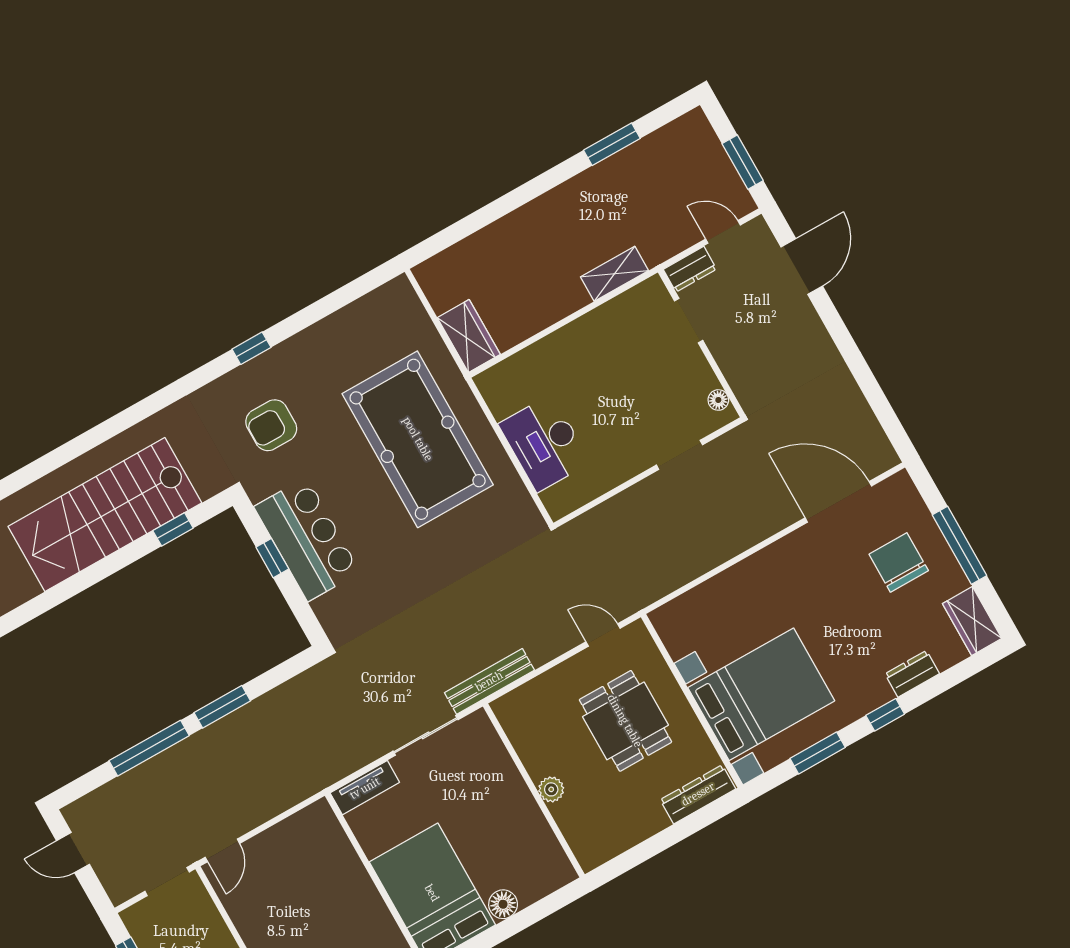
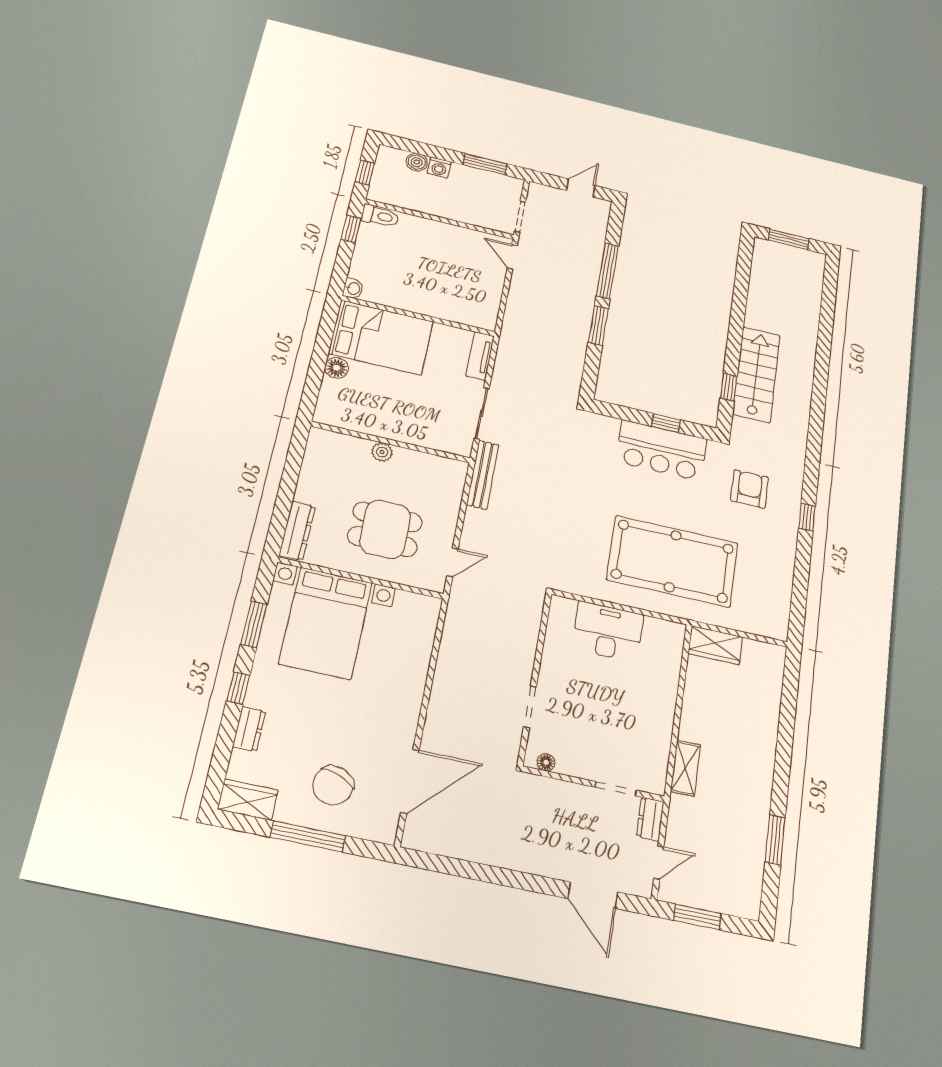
stairs: (105, 515) -> (756, 374), width x0.73, depth x0.66
chair: (899, 562) -> (333, 785), turned 111

